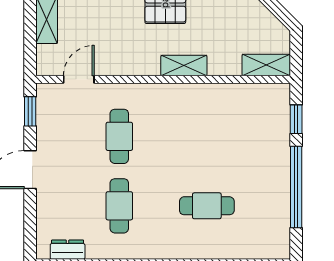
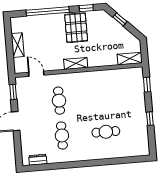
shelving: (184, 66) -> (76, 63), moved
door: (79, 79) -> (36, 74), hinge flipped
window: (296, 187) -> (150, 119), width x0.32

